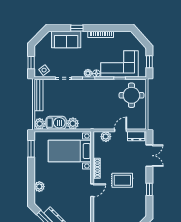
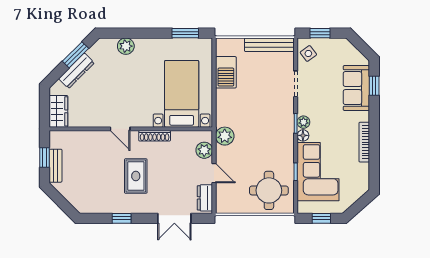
window: (77, 28) -> (374, 86), moved
plant: (73, 123) -> (225, 136), moved
plant: (40, 124) -> (224, 47), removed

